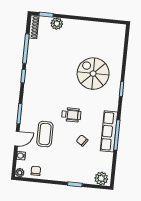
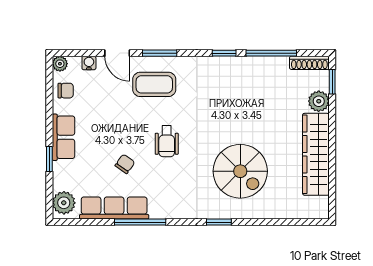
wardrobe: (88, 28) -> (316, 154), added
spiral stairs: (93, 74) -> (240, 171), turned 90
row of seats: (109, 131) -> (114, 208), moved
coffee table: (45, 134) -> (154, 84), moved
row of seats: (63, 175) -> (63, 137), added

